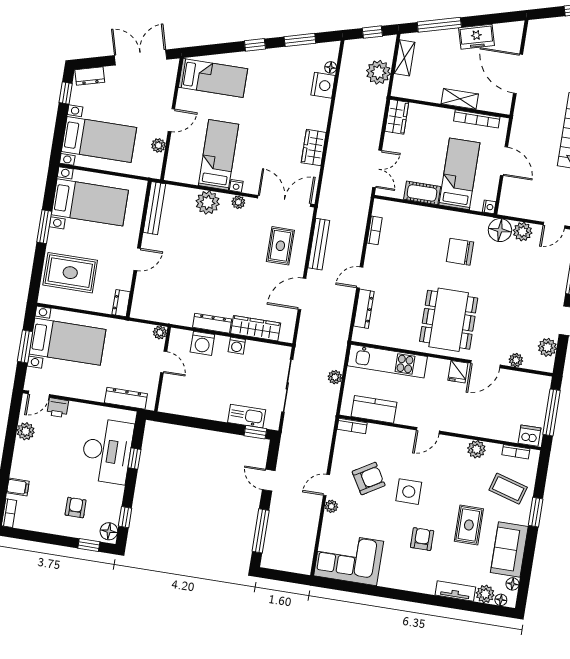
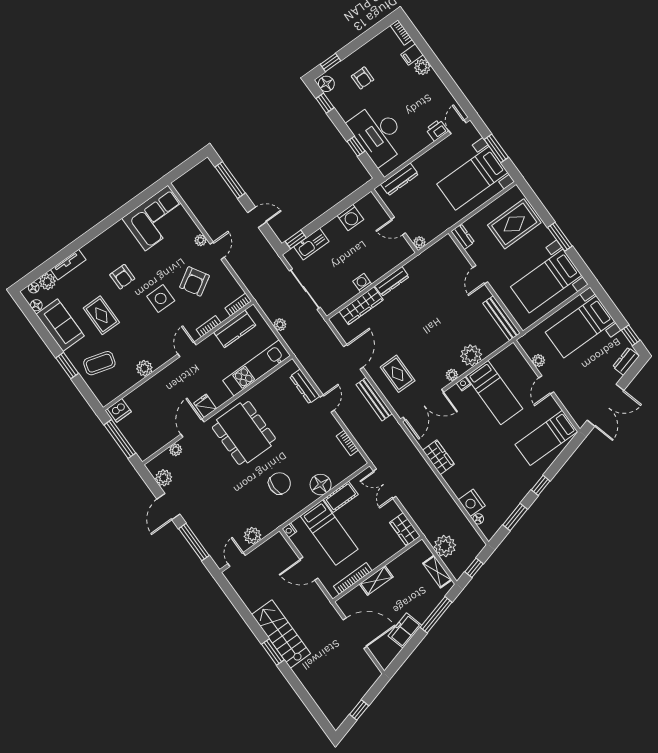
floor lamp: (500, 230) -> (321, 485), moved
washing machine: (202, 343) -> (350, 218), moved, turned 180
plant: (26, 431) -> (422, 67), moved
bookcase: (516, 452) -> (209, 326), moved

